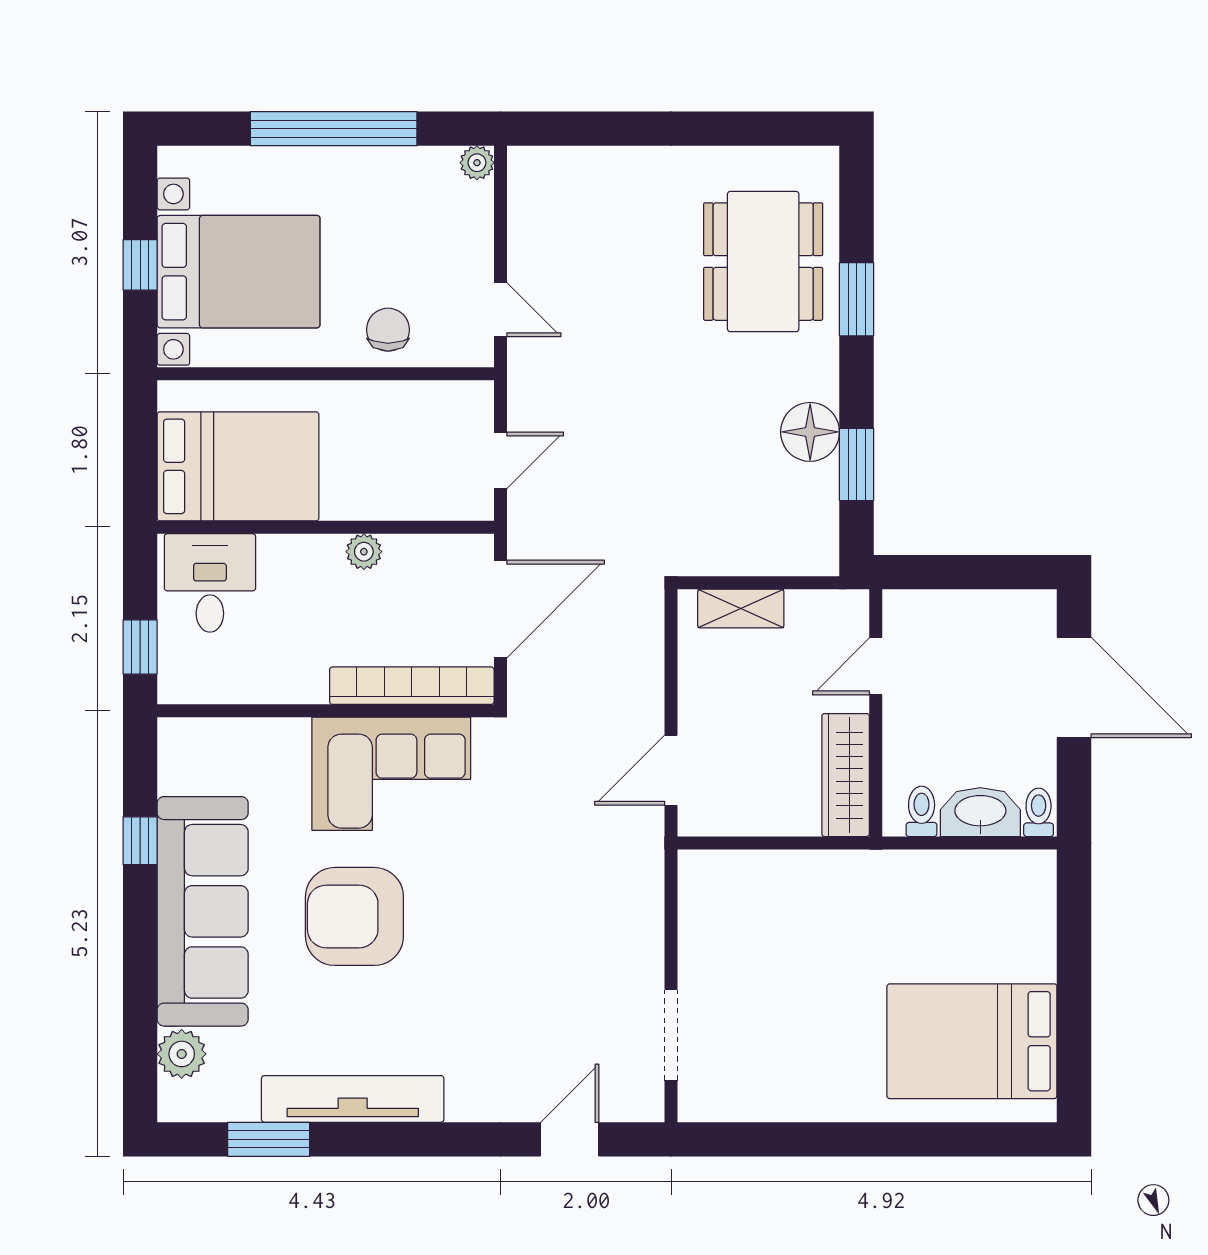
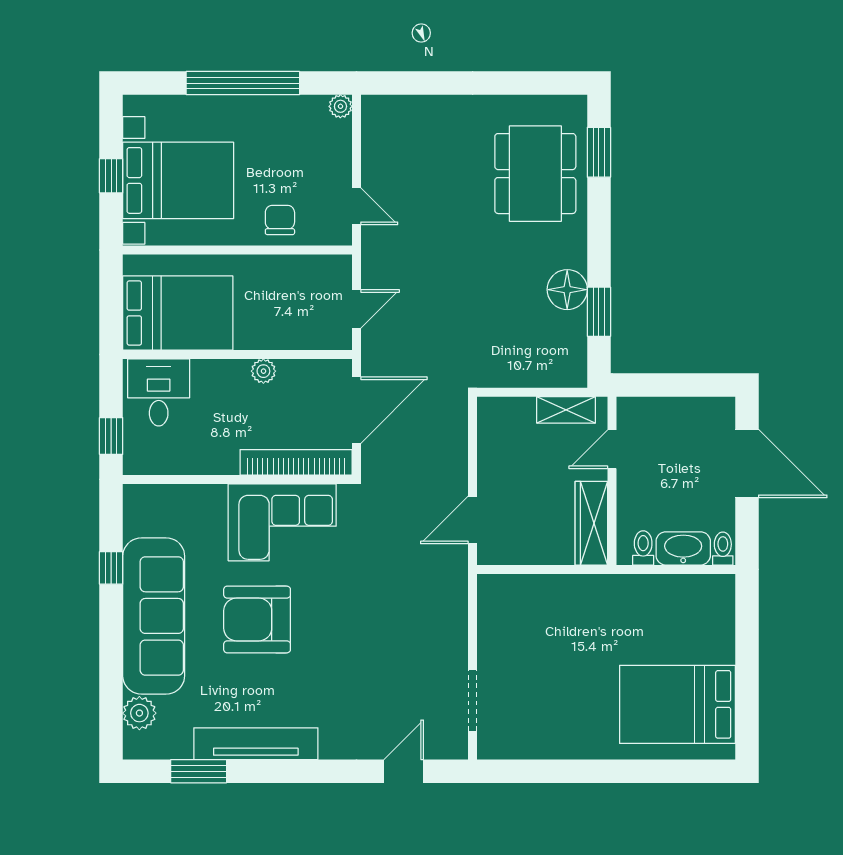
window: (857, 299) -> (599, 152), moved
shelving: (741, 609) -> (566, 410), moved

